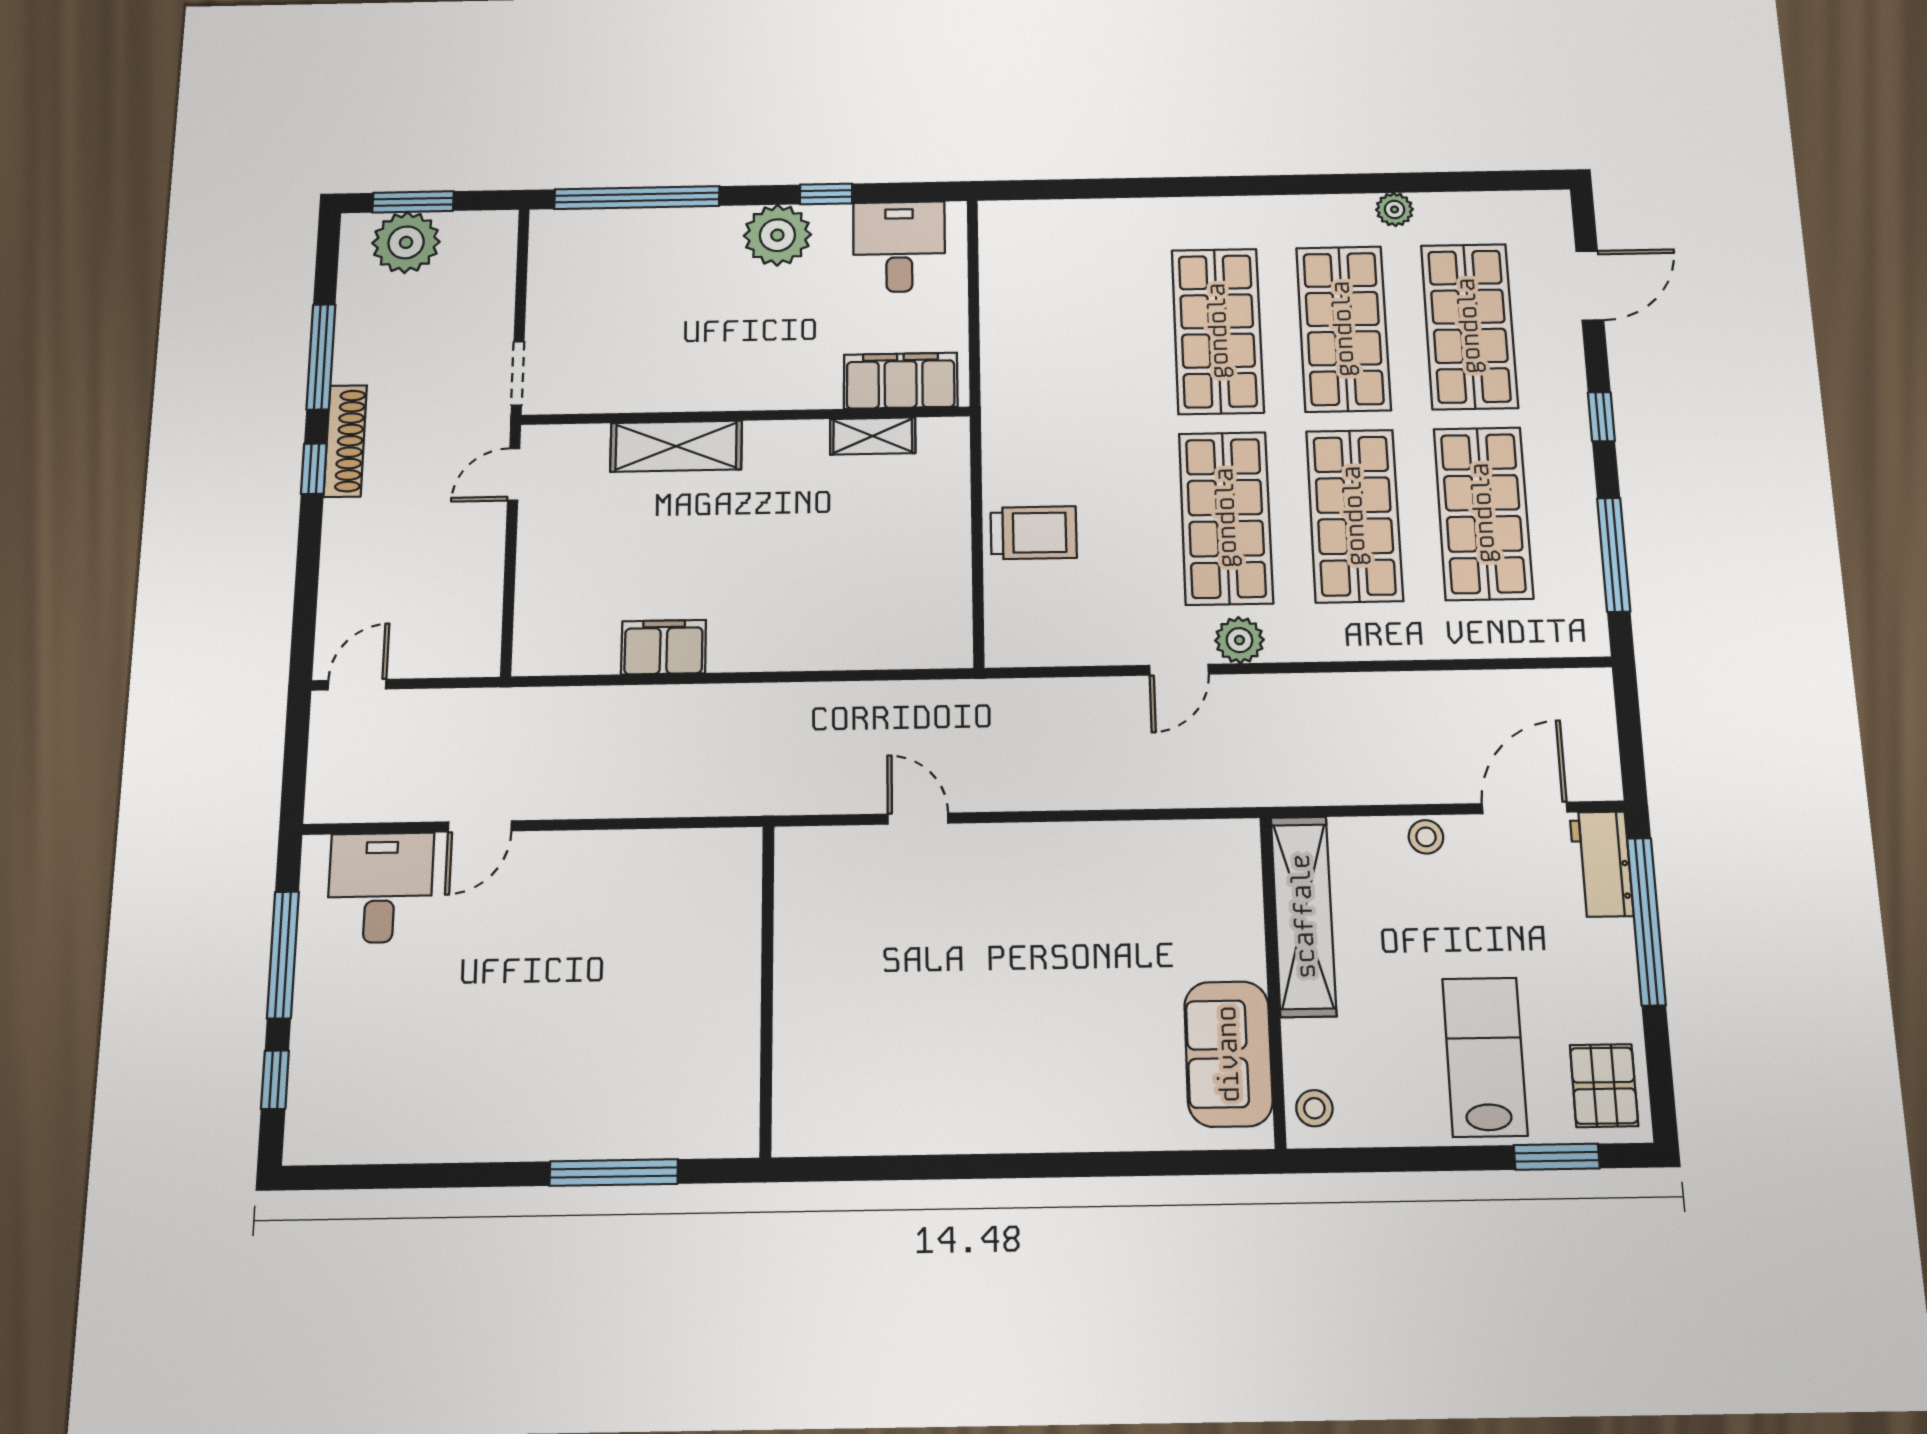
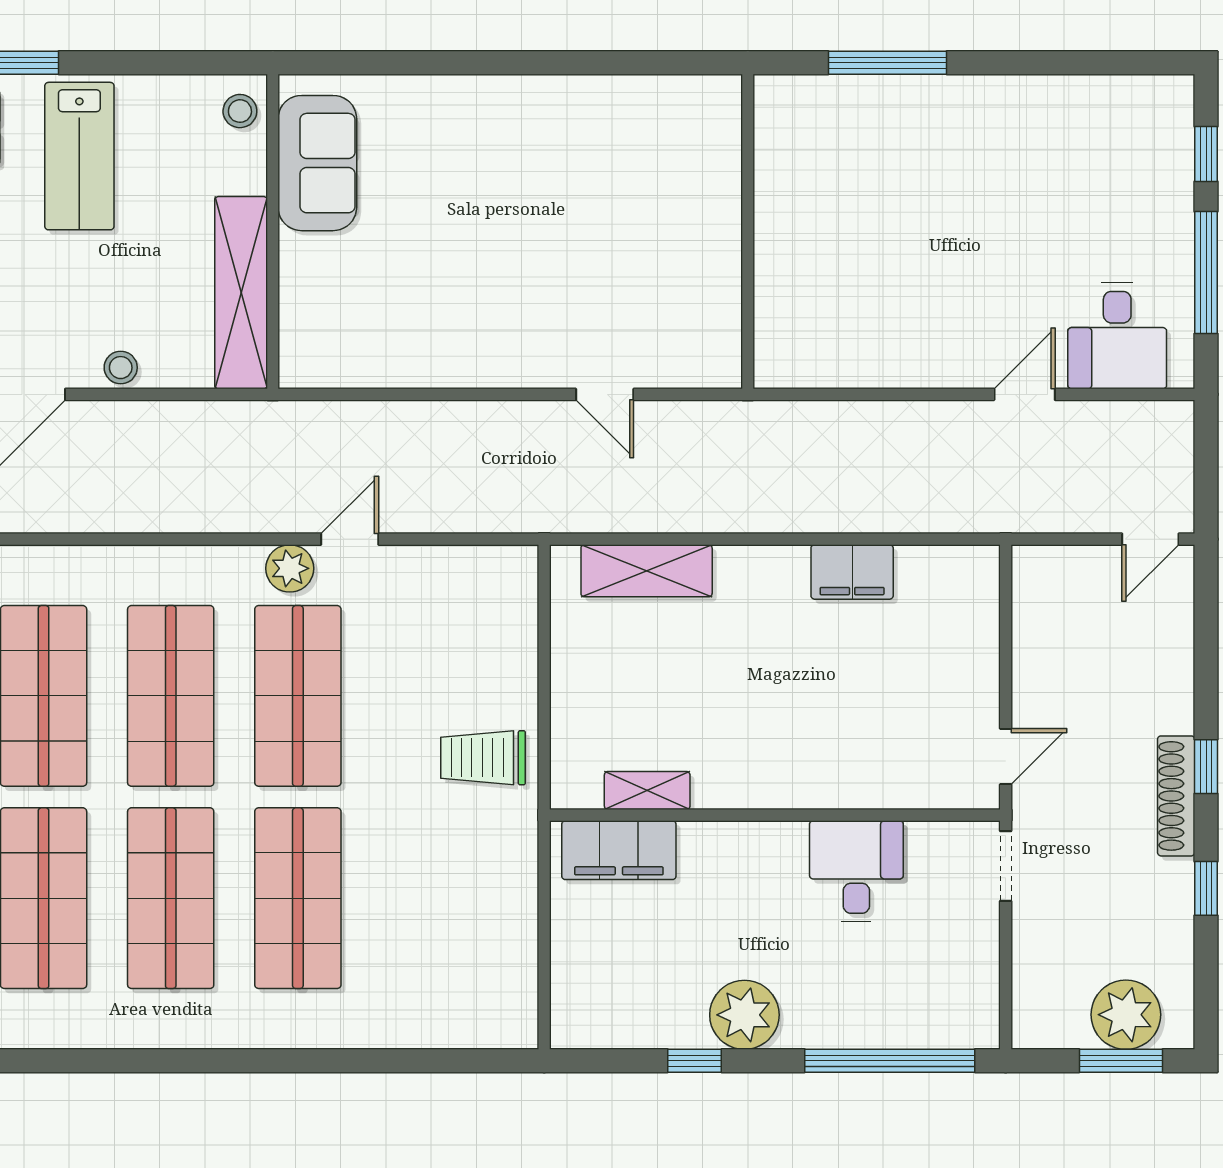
plant: (1395, 209) -> (111, 1030), removed
desk: (899, 247) -> (856, 871), moved, turned 180
window: (321, 357) -> (1206, 888), width x0.46
shelving: (676, 446) -> (647, 571), moved
trolley: (1034, 533) -> (483, 758), moved

